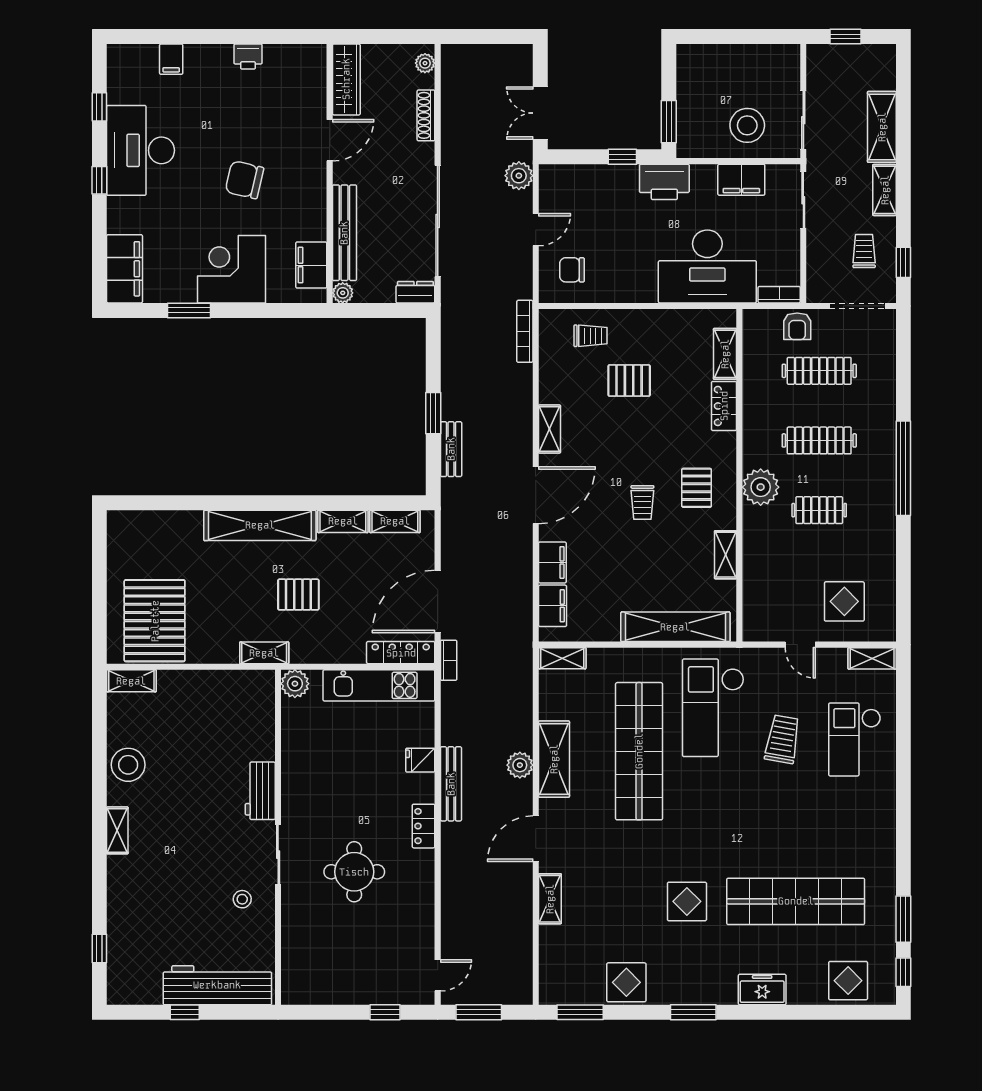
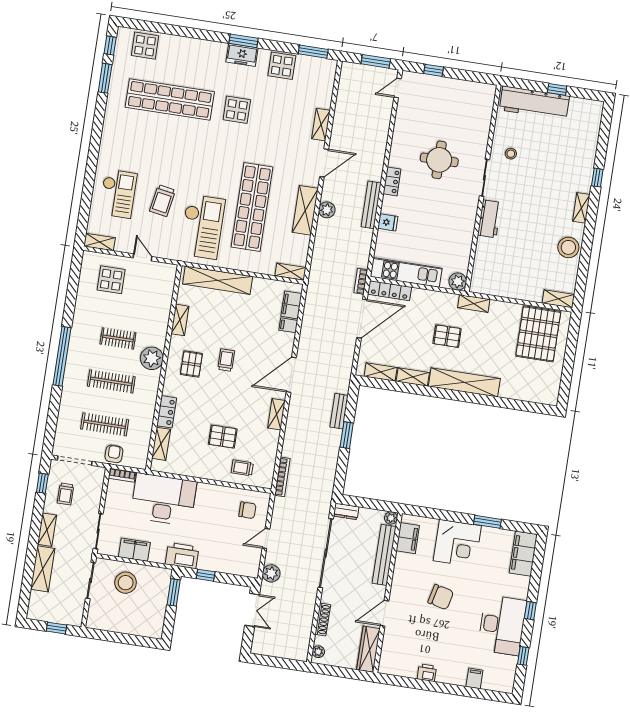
filing cabinet: (552, 562) -> (288, 325), width x0.50
window: (99, 948) -> (597, 178), moved
freezer: (762, 990) -> (242, 55), moved

